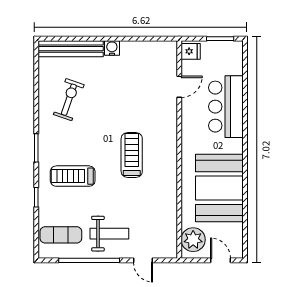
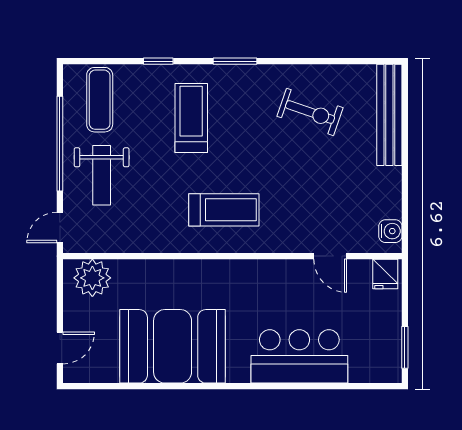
water cooler: (112, 48) -> (390, 231), moved
fridge: (191, 51) -> (385, 274), moved
door: (179, 87) -> (330, 256), moved
wall: (179, 150) -> (232, 256), moved
plant: (193, 240) -> (92, 278), moved

